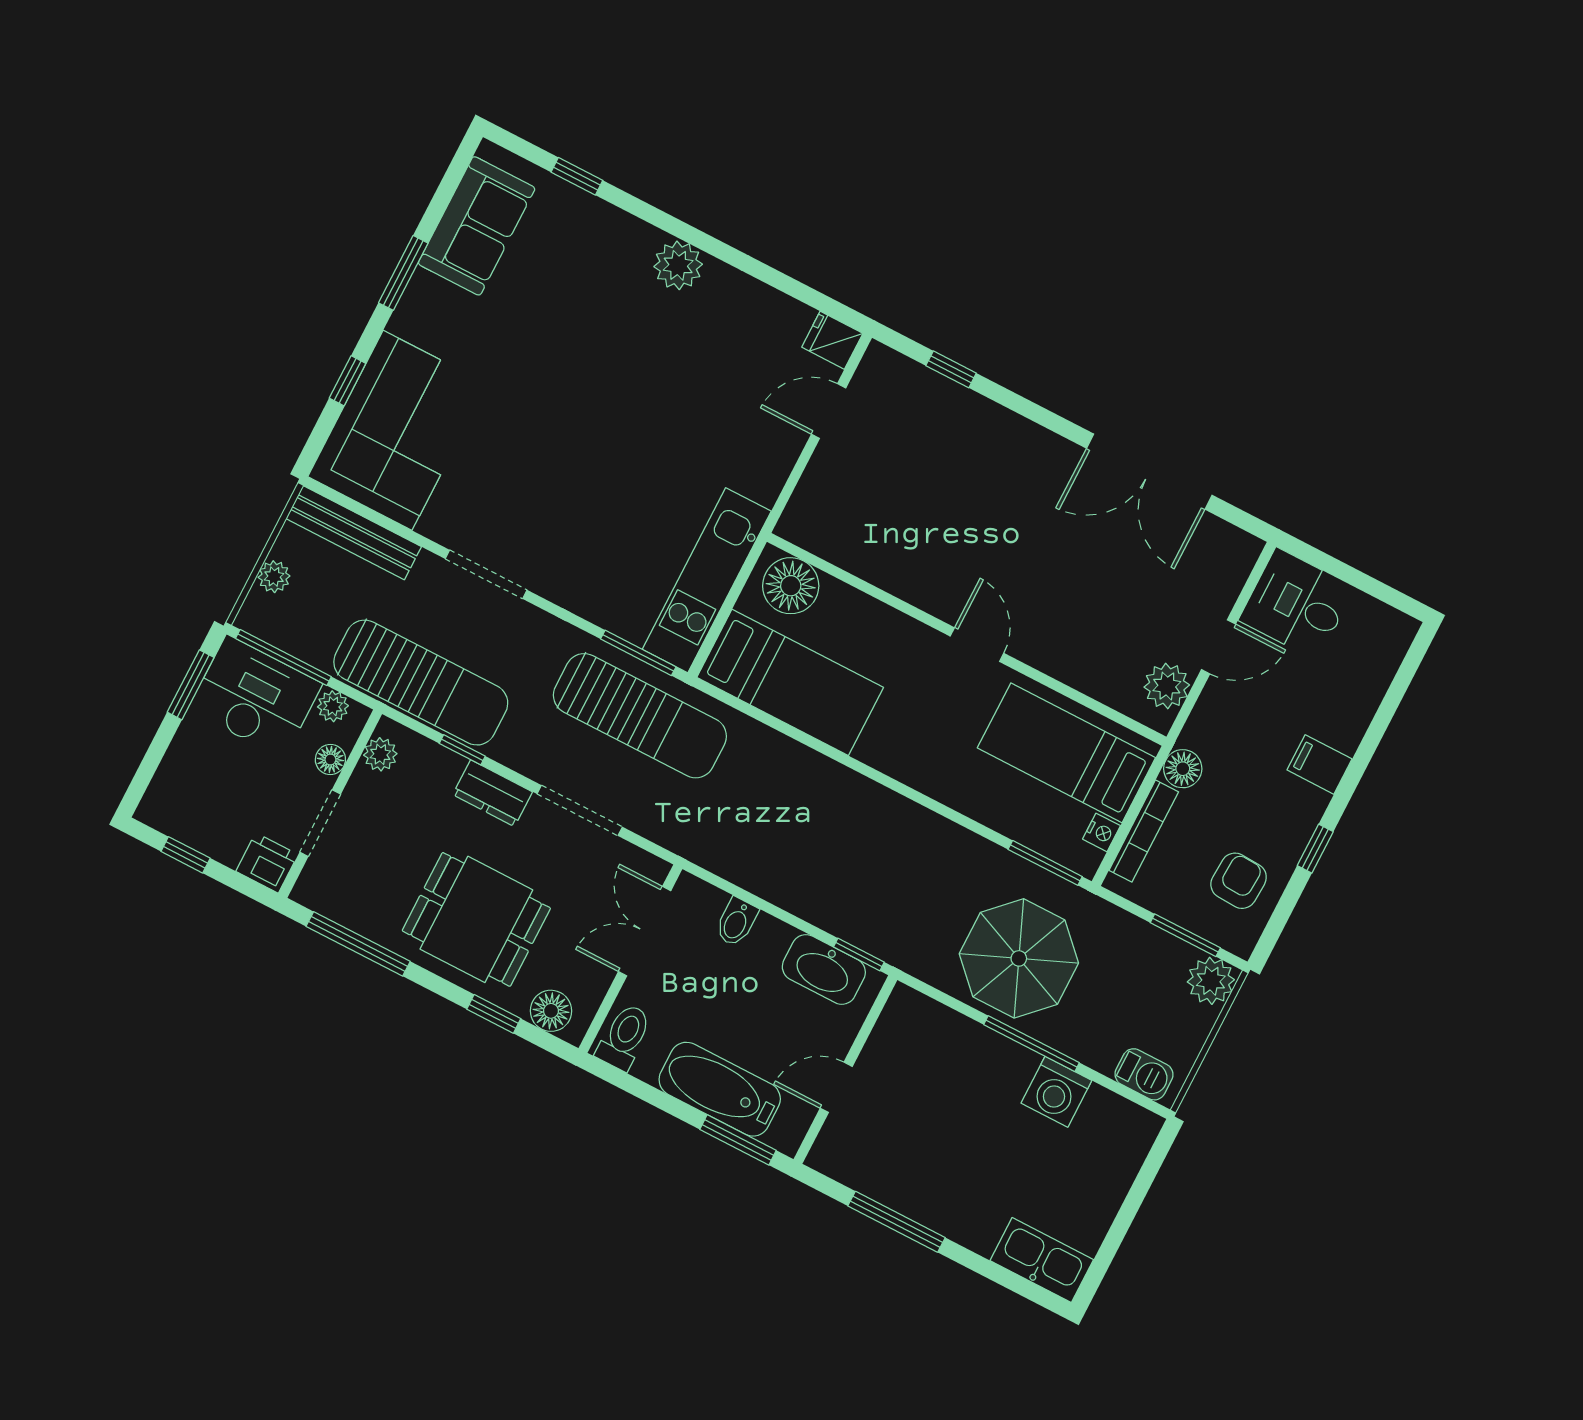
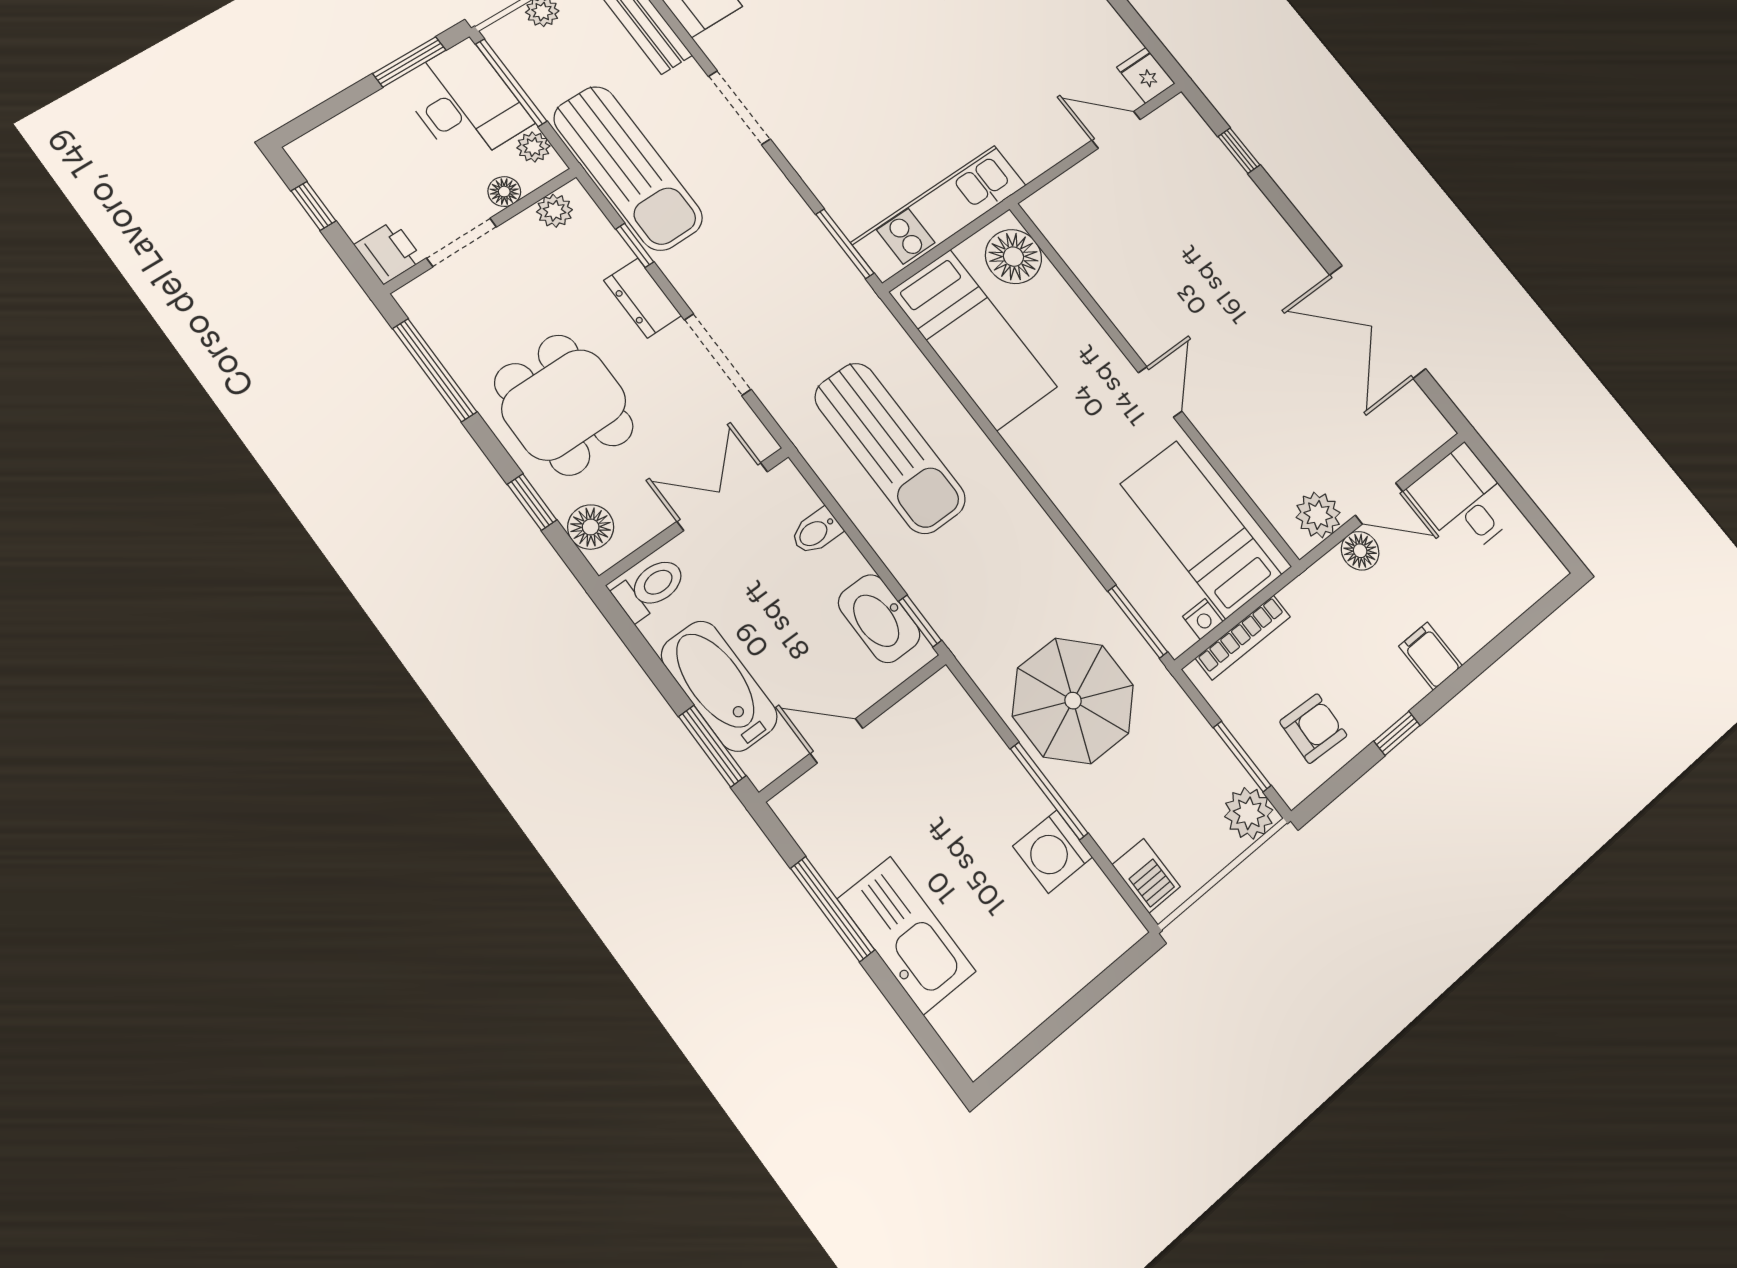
sun lounger: (640, 716) -> (890, 448), moved
floor lamp: (1183, 769) -> (1360, 551), moved
kitchen sink: (1042, 1260) -> (907, 935), moved, width x1.36, depth x1.24

